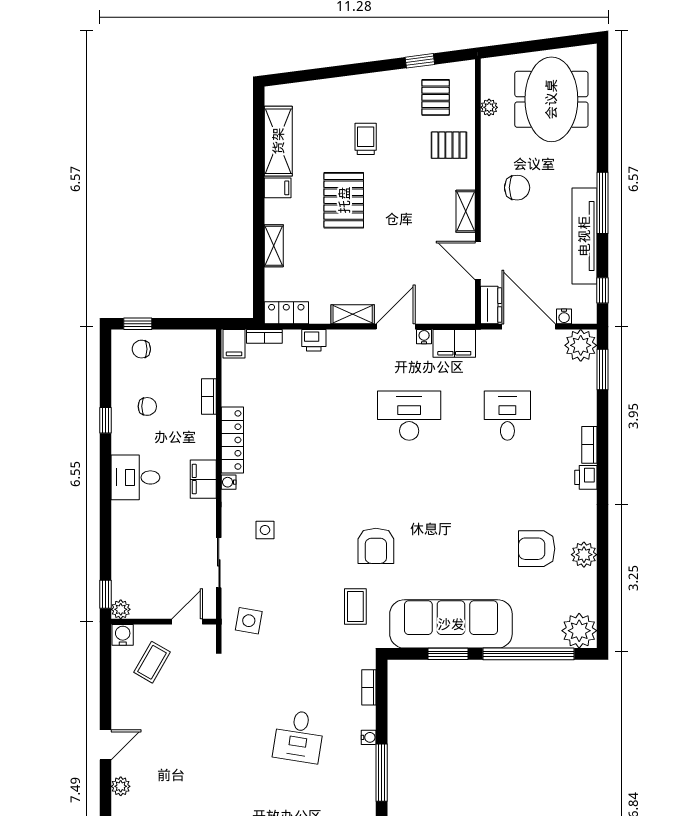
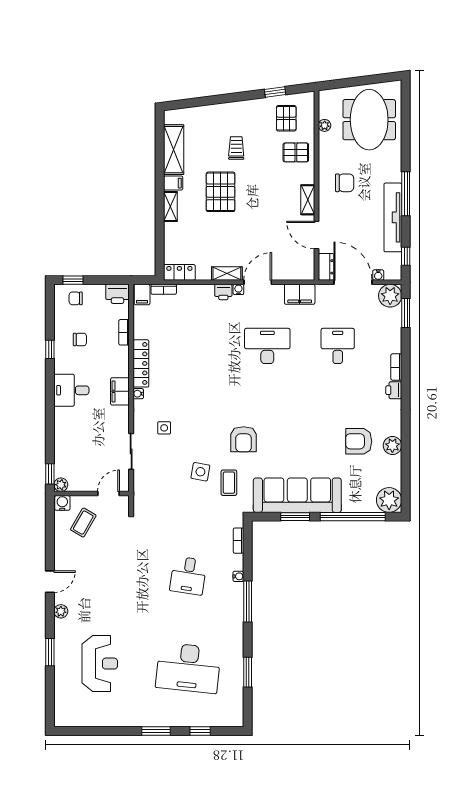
shelving: (274, 246) -> (170, 207), moved
water cooler: (424, 337) -> (238, 289), moved
printer: (314, 340) -> (223, 292), moved
printer: (200, 343) -> (117, 294), added
side table: (249, 621) -> (200, 472), moved

